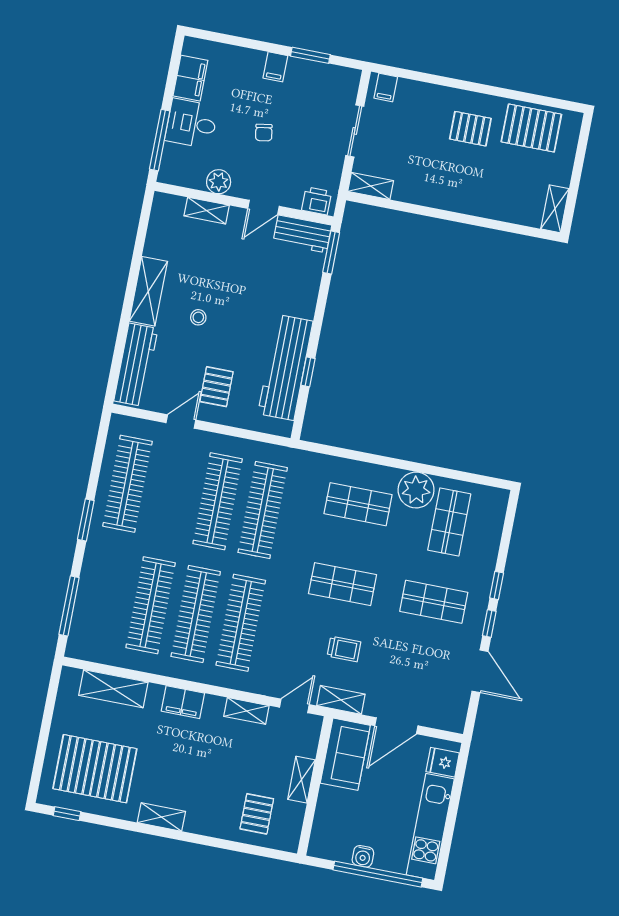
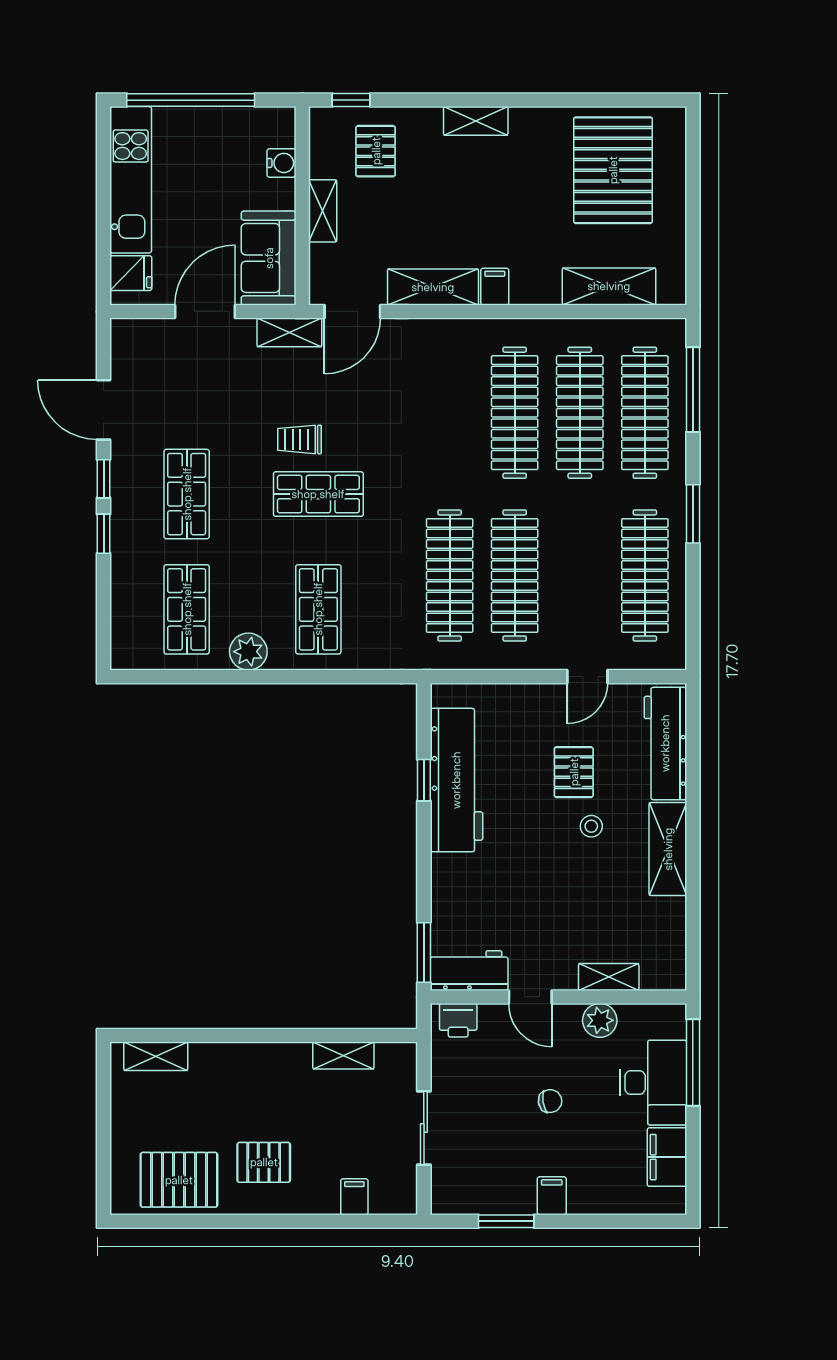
filing cabinet: (386, 88) -> (354, 1197), moved
desk: (192, 124) -> (653, 1083), width x1.37
chair: (264, 133) -> (550, 1101), turned 90
shelving: (371, 186) -> (343, 1056), moved
door: (264, 207) -> (530, 997), swing flipped
shelving: (555, 209) -> (156, 1056), moved, turned 90
pallet: (216, 387) -> (574, 772), moved
plant: (416, 490) -> (248, 652), width x0.73, depth x0.73
shop shelf: (358, 504) -> (318, 609), turned 90
shop shelf: (434, 602) -> (187, 494), turned 90
clothes rail: (241, 623) -> (645, 413), moved
trolley: (344, 649) -> (299, 439), moved
filing cabinet: (183, 702) -> (495, 287), width x0.50
door: (294, 706) -> (352, 311), width x1.38
shelving: (246, 711) -> (433, 287), width x1.50, depth x1.33
pallet: (95, 769) -> (613, 170), turned 90
window: (67, 814) -> (351, 100), moved
shelving: (161, 817) -> (476, 121), moved
water cooler: (363, 856) -> (281, 163), moved, turned 90

